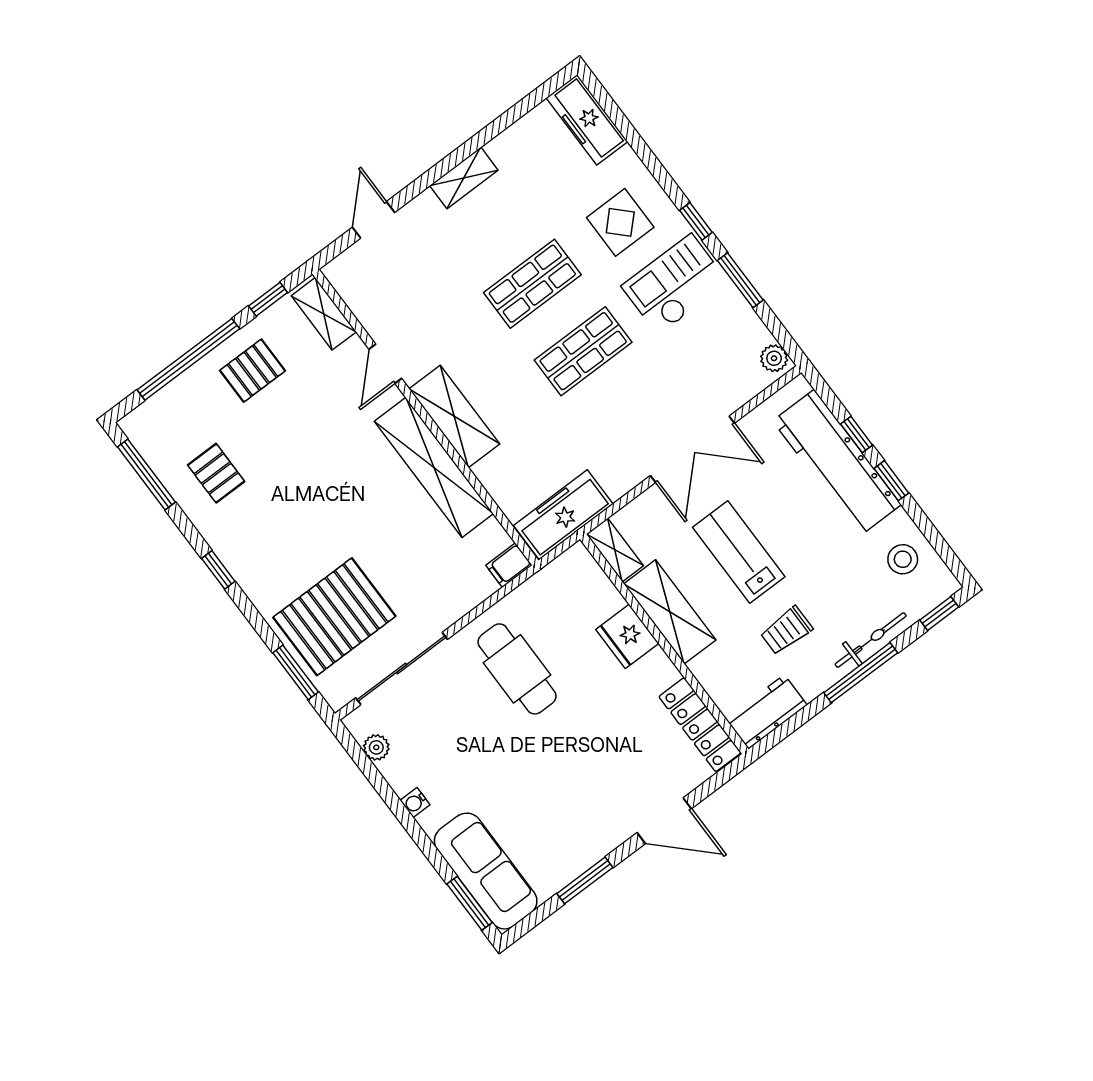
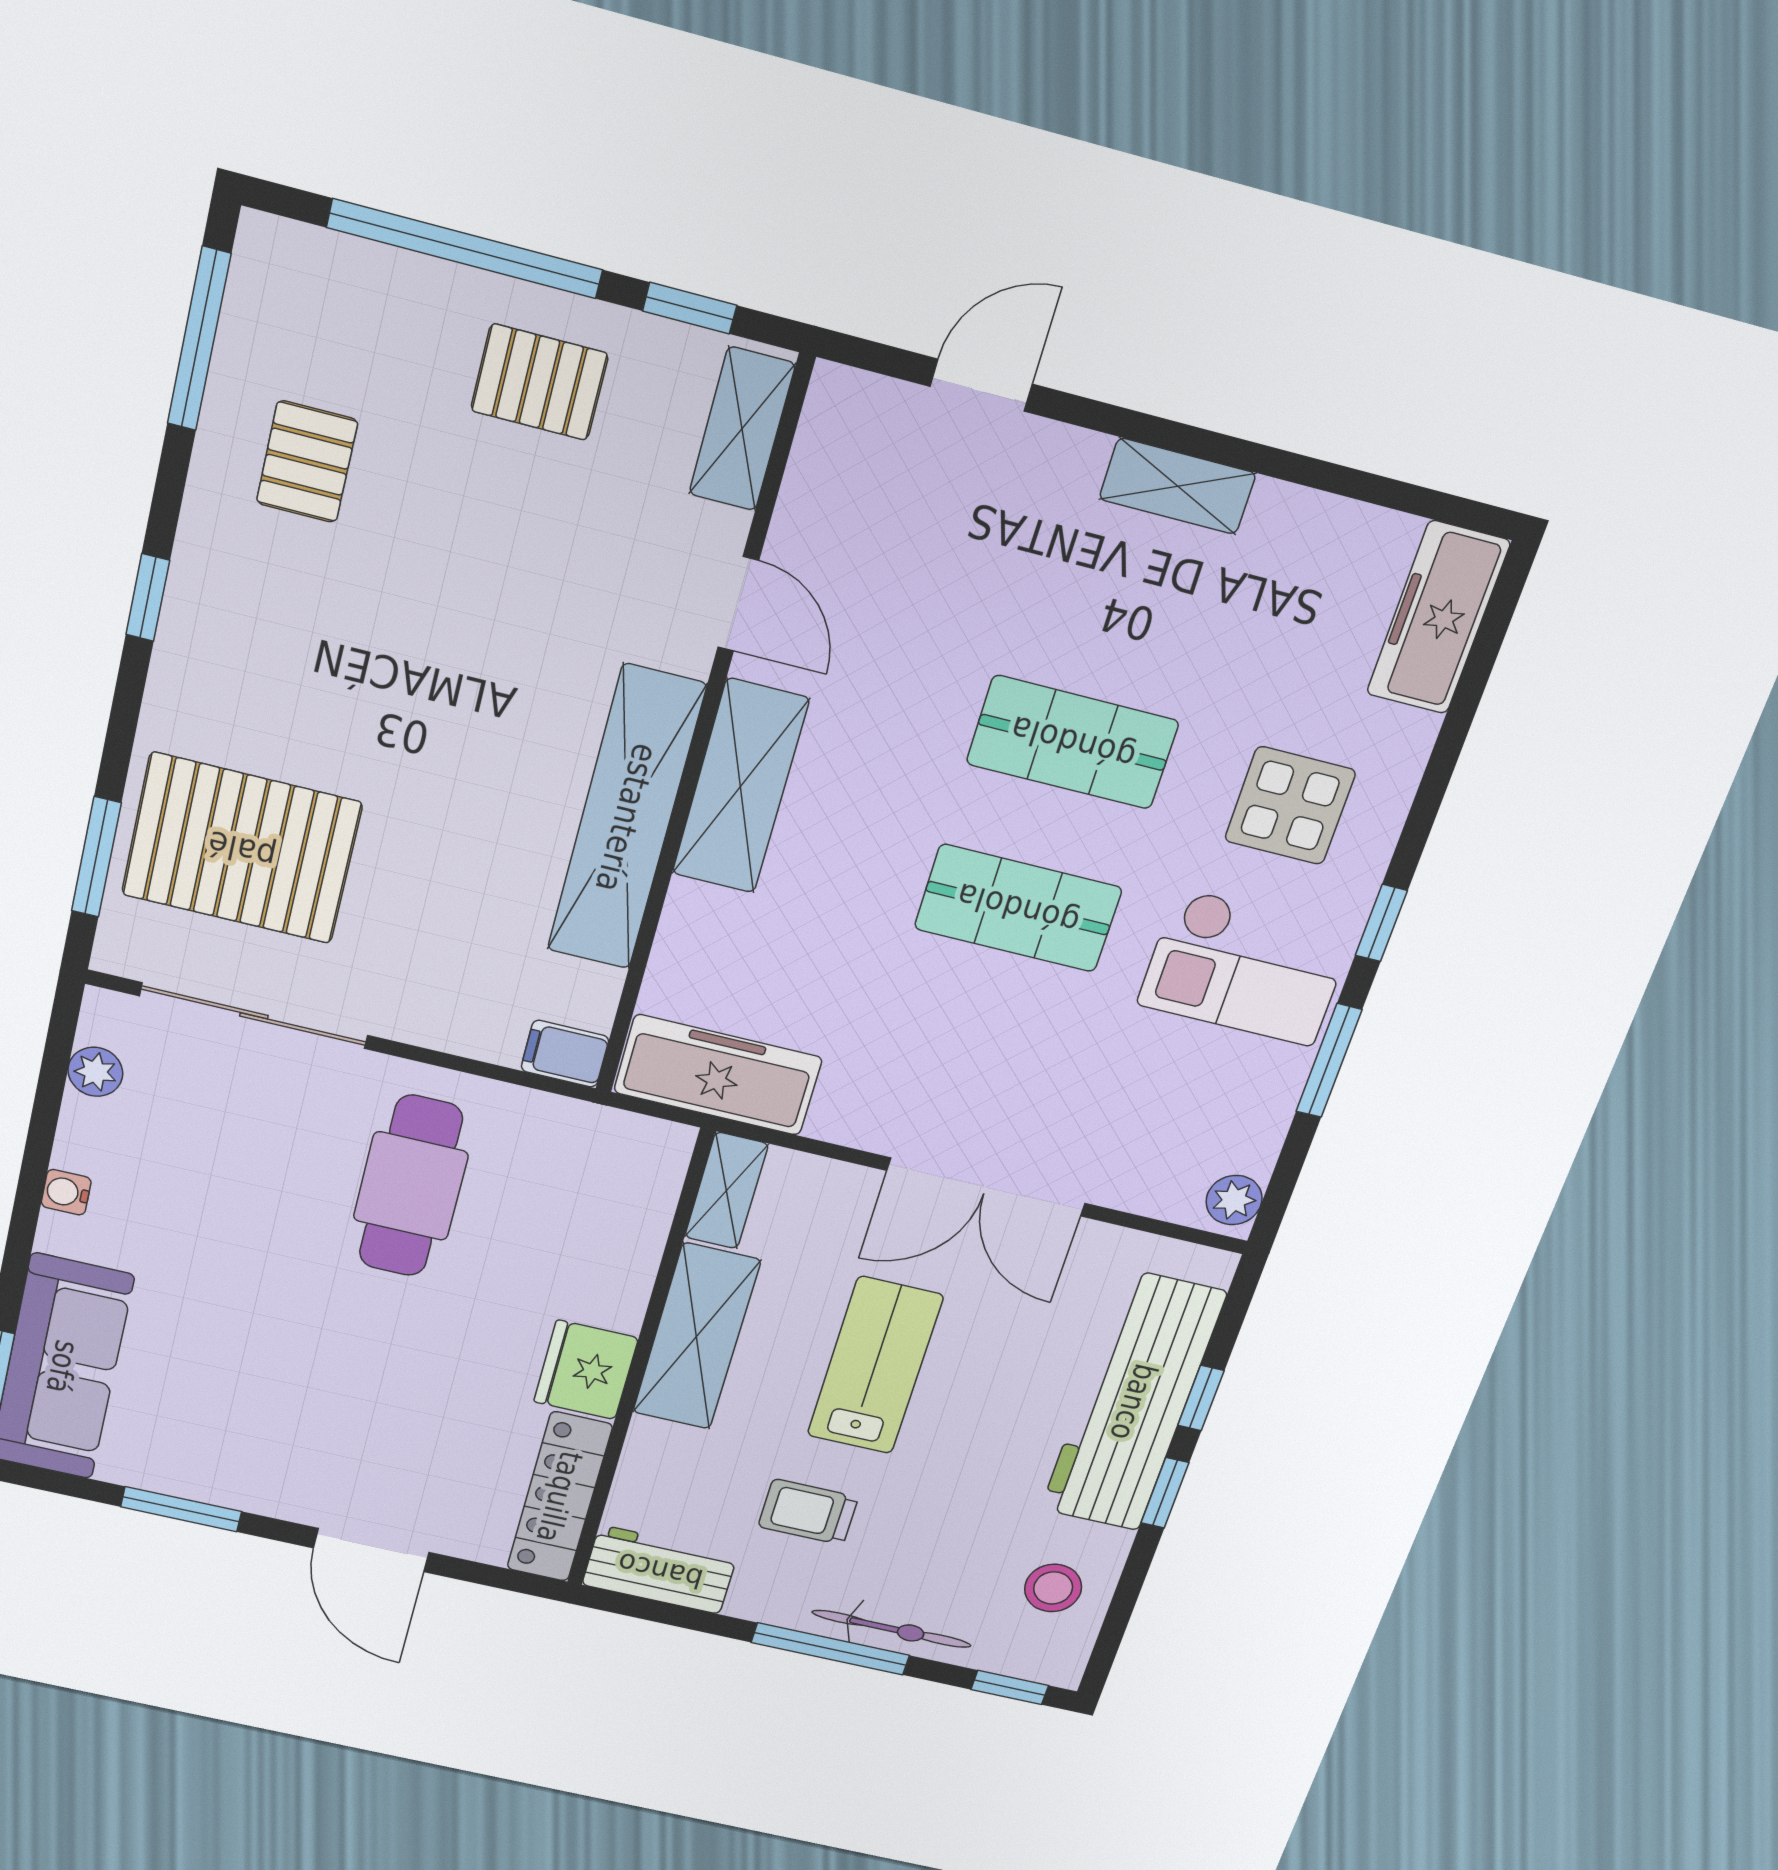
checkout: (675, 284) -> (1245, 967), turned 180
door: (385, 364) -> (738, 604), swing flipped
fridge: (627, 636) -> (586, 1370), moved

